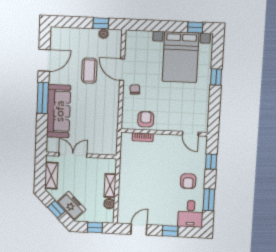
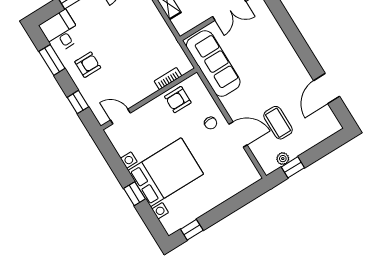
bed with nightstands: (181, 57) -> (166, 172), moved, turned 90
coffee table: (89, 71) -> (278, 123), moved
window: (43, 98) -> (302, 48), removed
sofa: (59, 111) -> (213, 64), moved, turned 180
armchair: (146, 119) -> (178, 100), turned 90
armchair: (188, 181) -> (88, 65), turned 90

